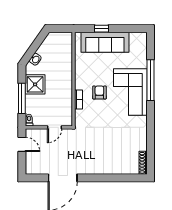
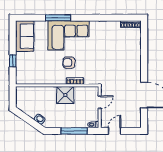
sofa: (105, 42) -> (25, 36), moved, width x0.73
window: (150, 80) -> (58, 18), width x0.68
shower: (35, 84) -> (65, 95), moved
door: (55, 127) -> (100, 102), hinge flipped

